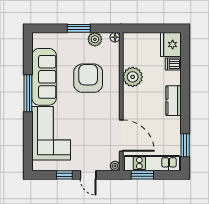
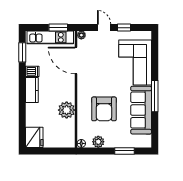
window: (79, 28) -> (125, 151), moved
dishwasher: (173, 64) -> (32, 71), moved

